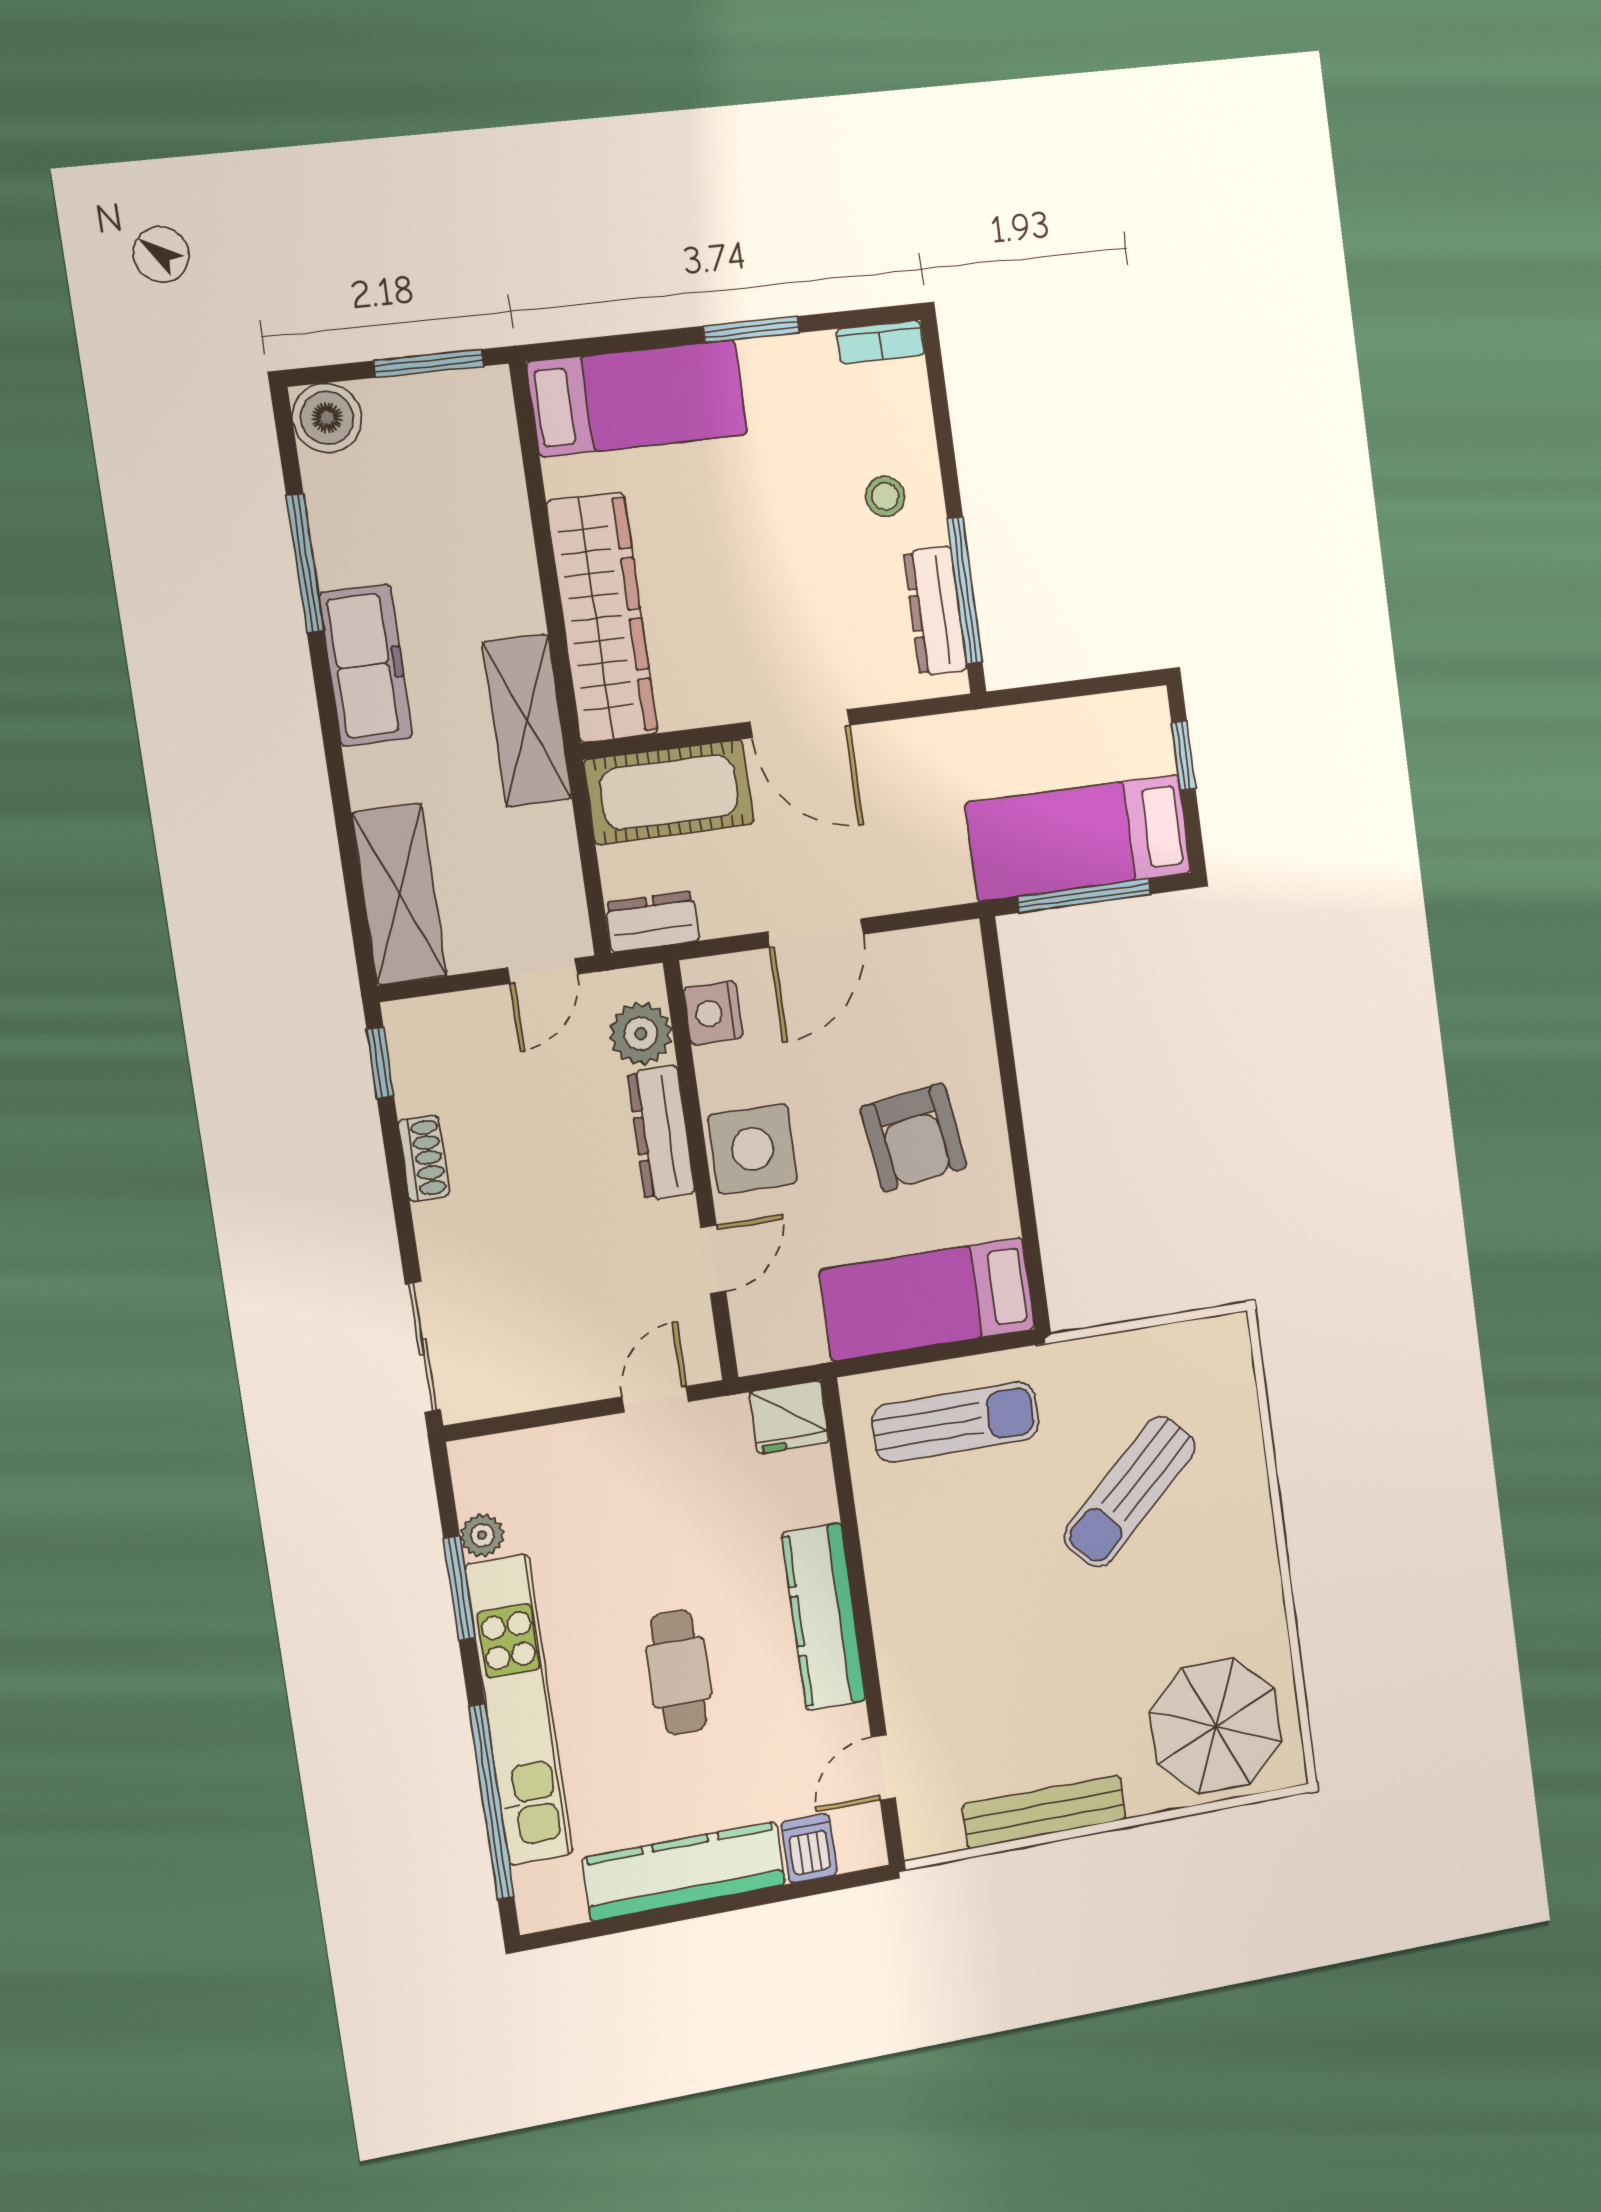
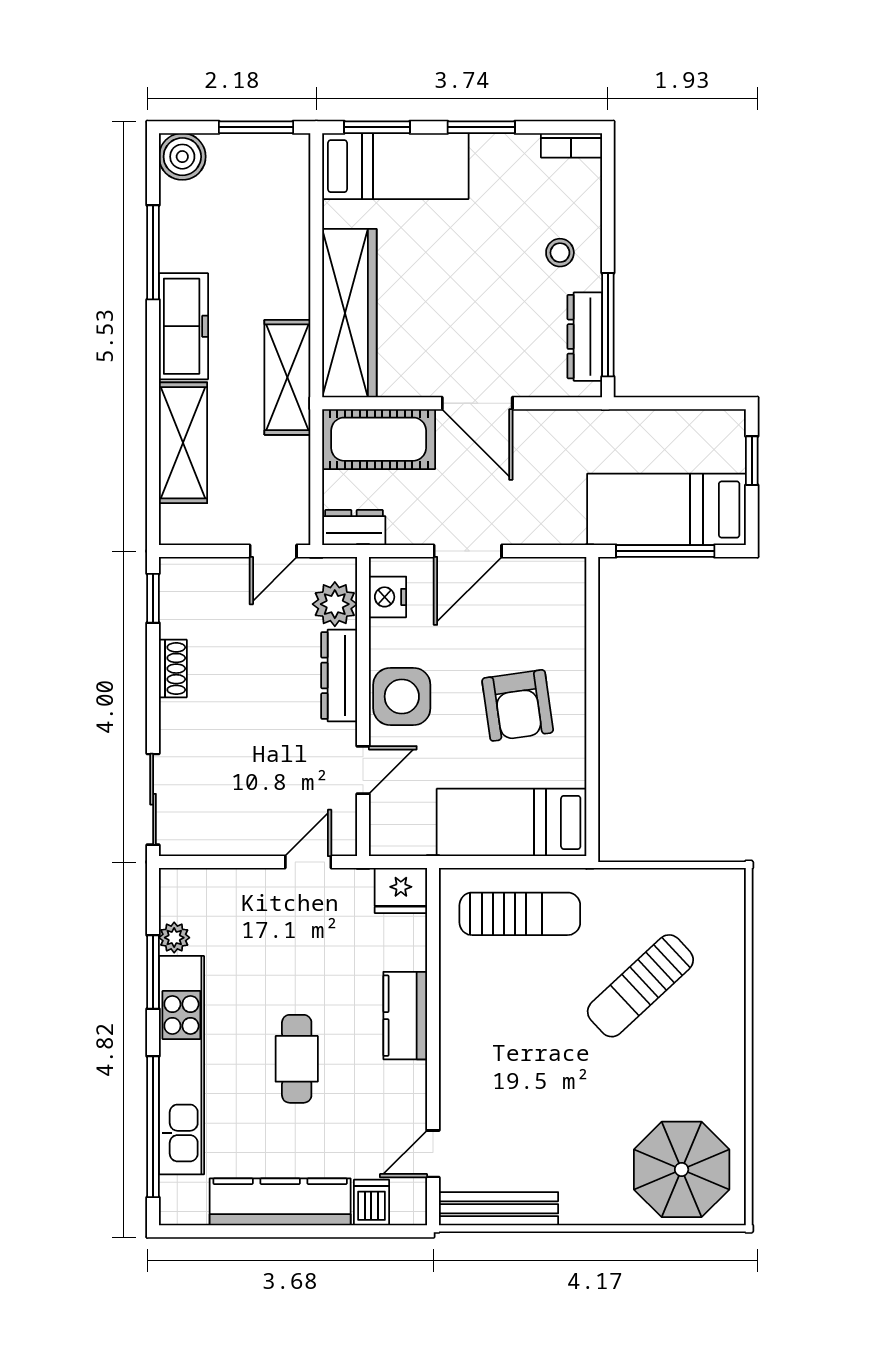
window: (603, 345) -> (377, 127), added
shelving: (399, 894) -> (183, 443), moved
kitchen counter: (824, 1617) -> (405, 1016), width x0.67
bench: (1044, 1812) -> (498, 1209), moved

